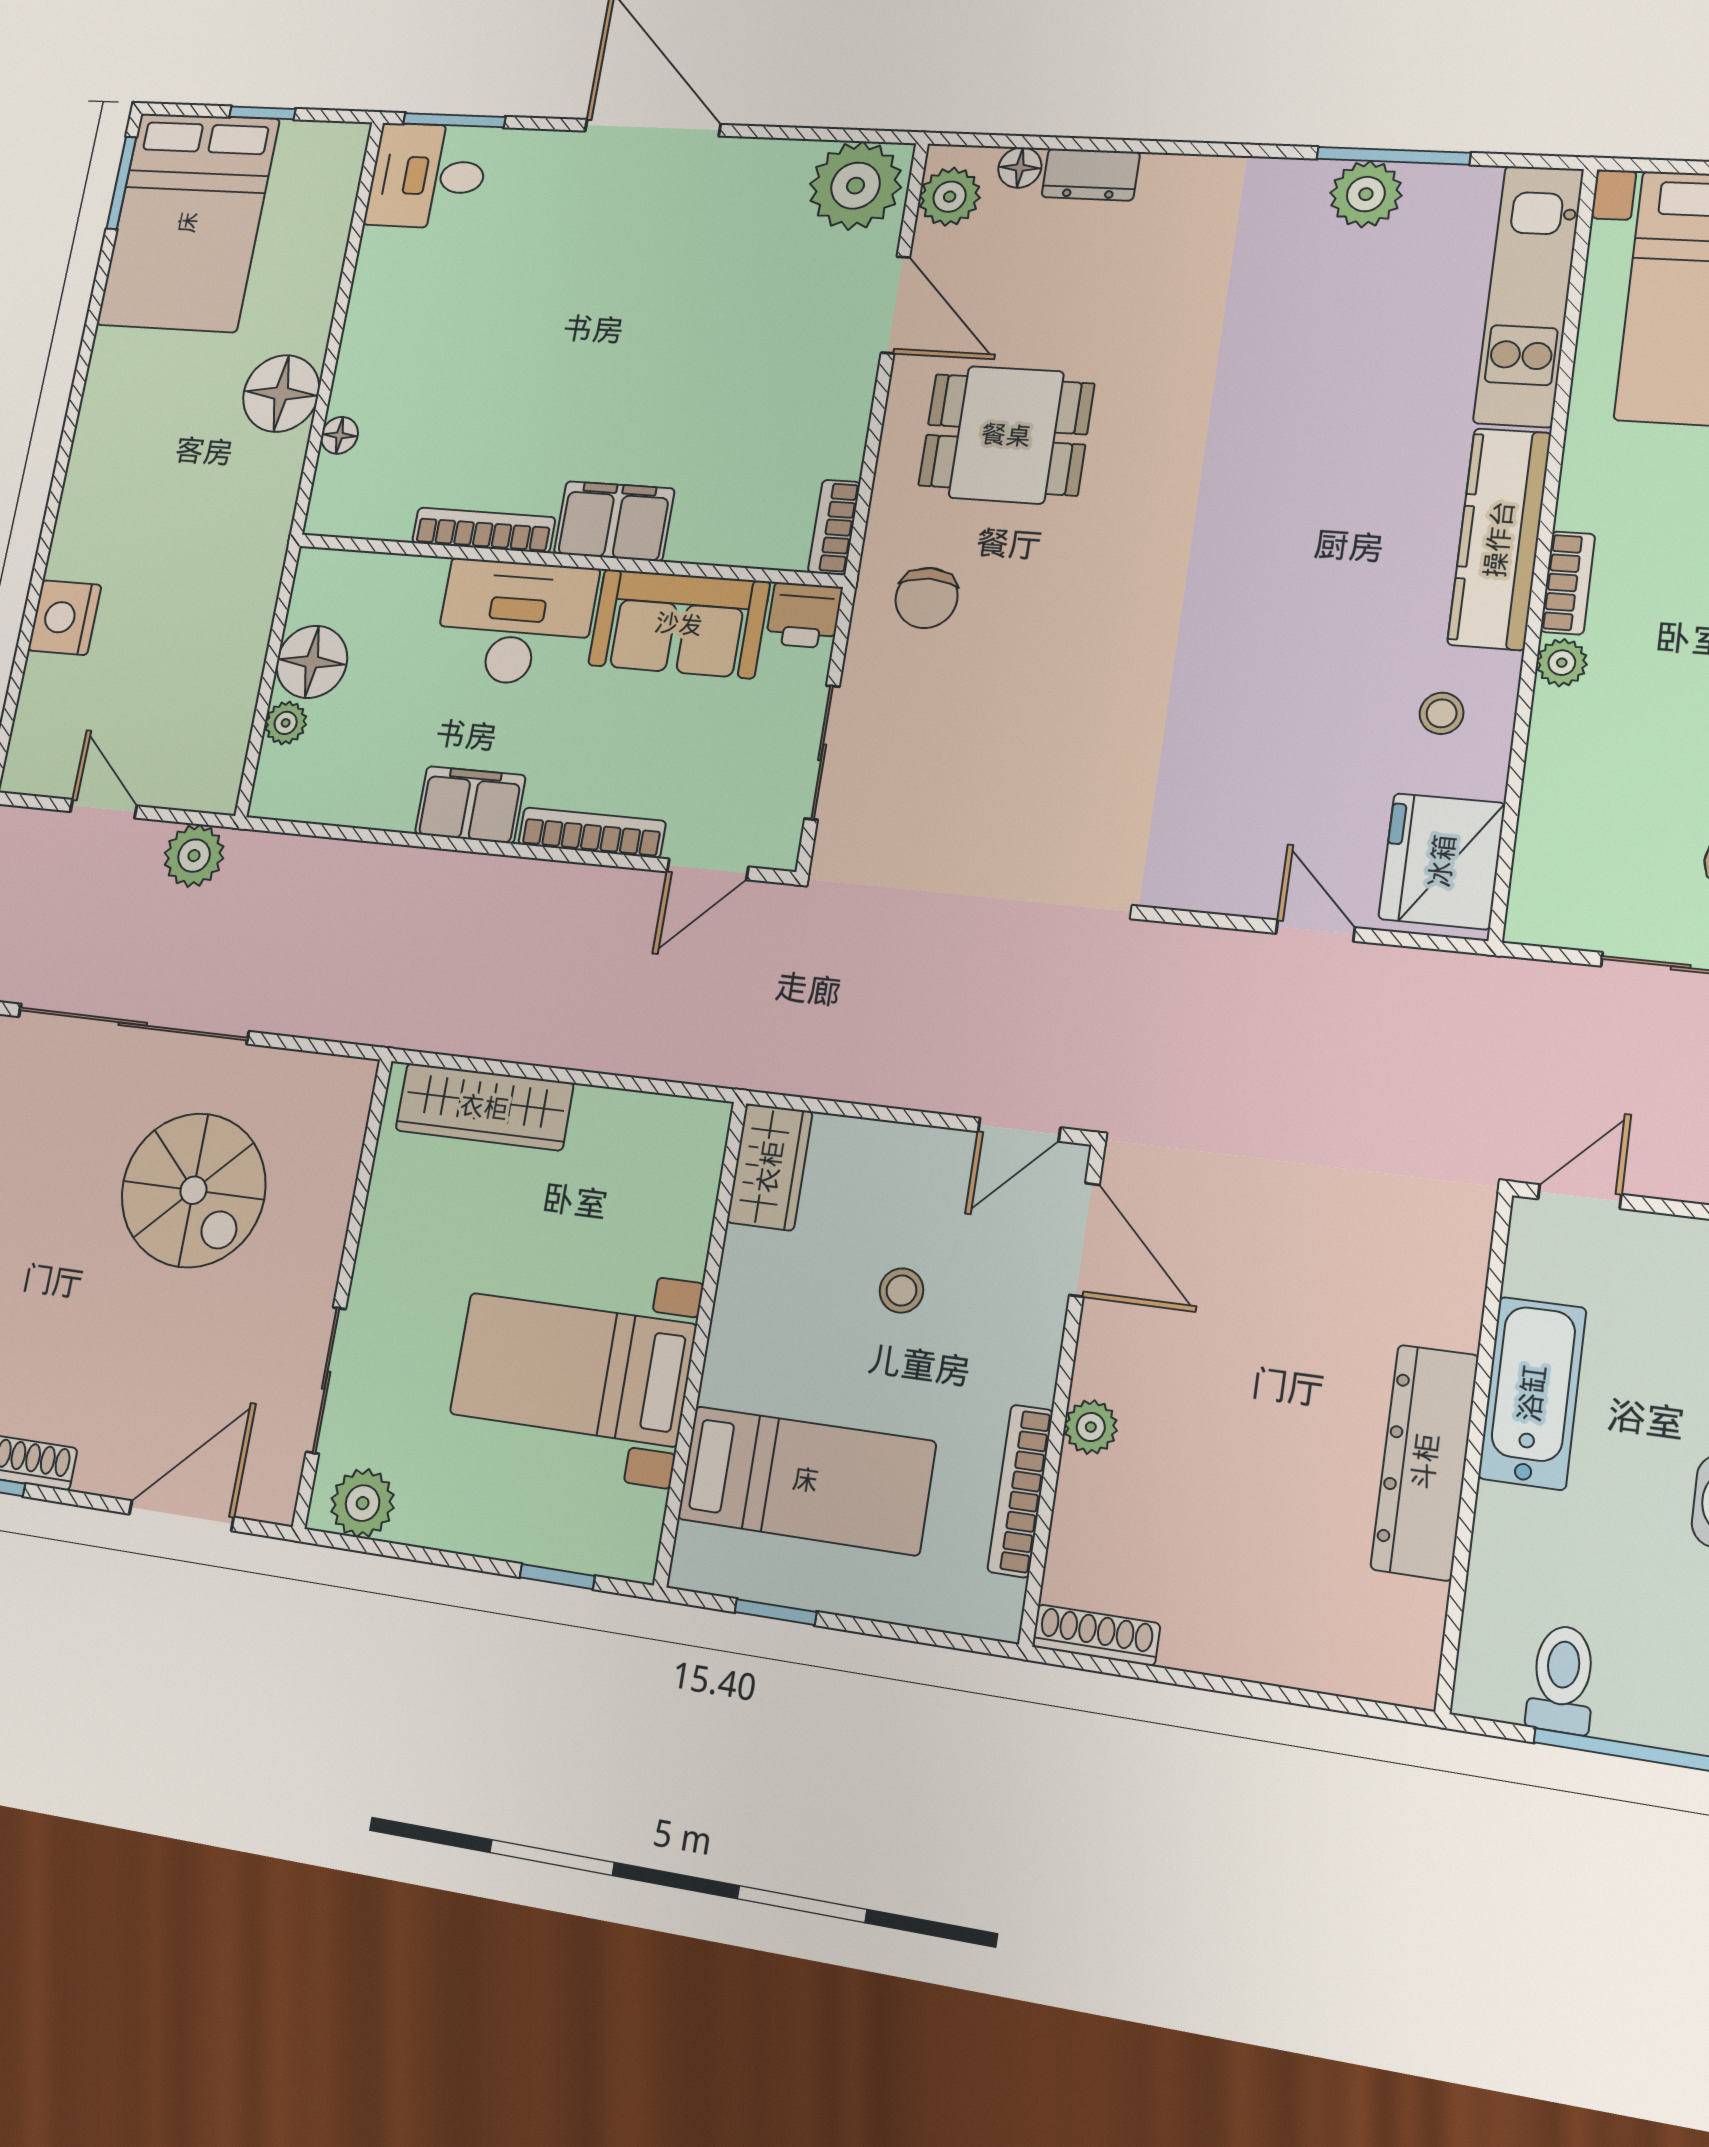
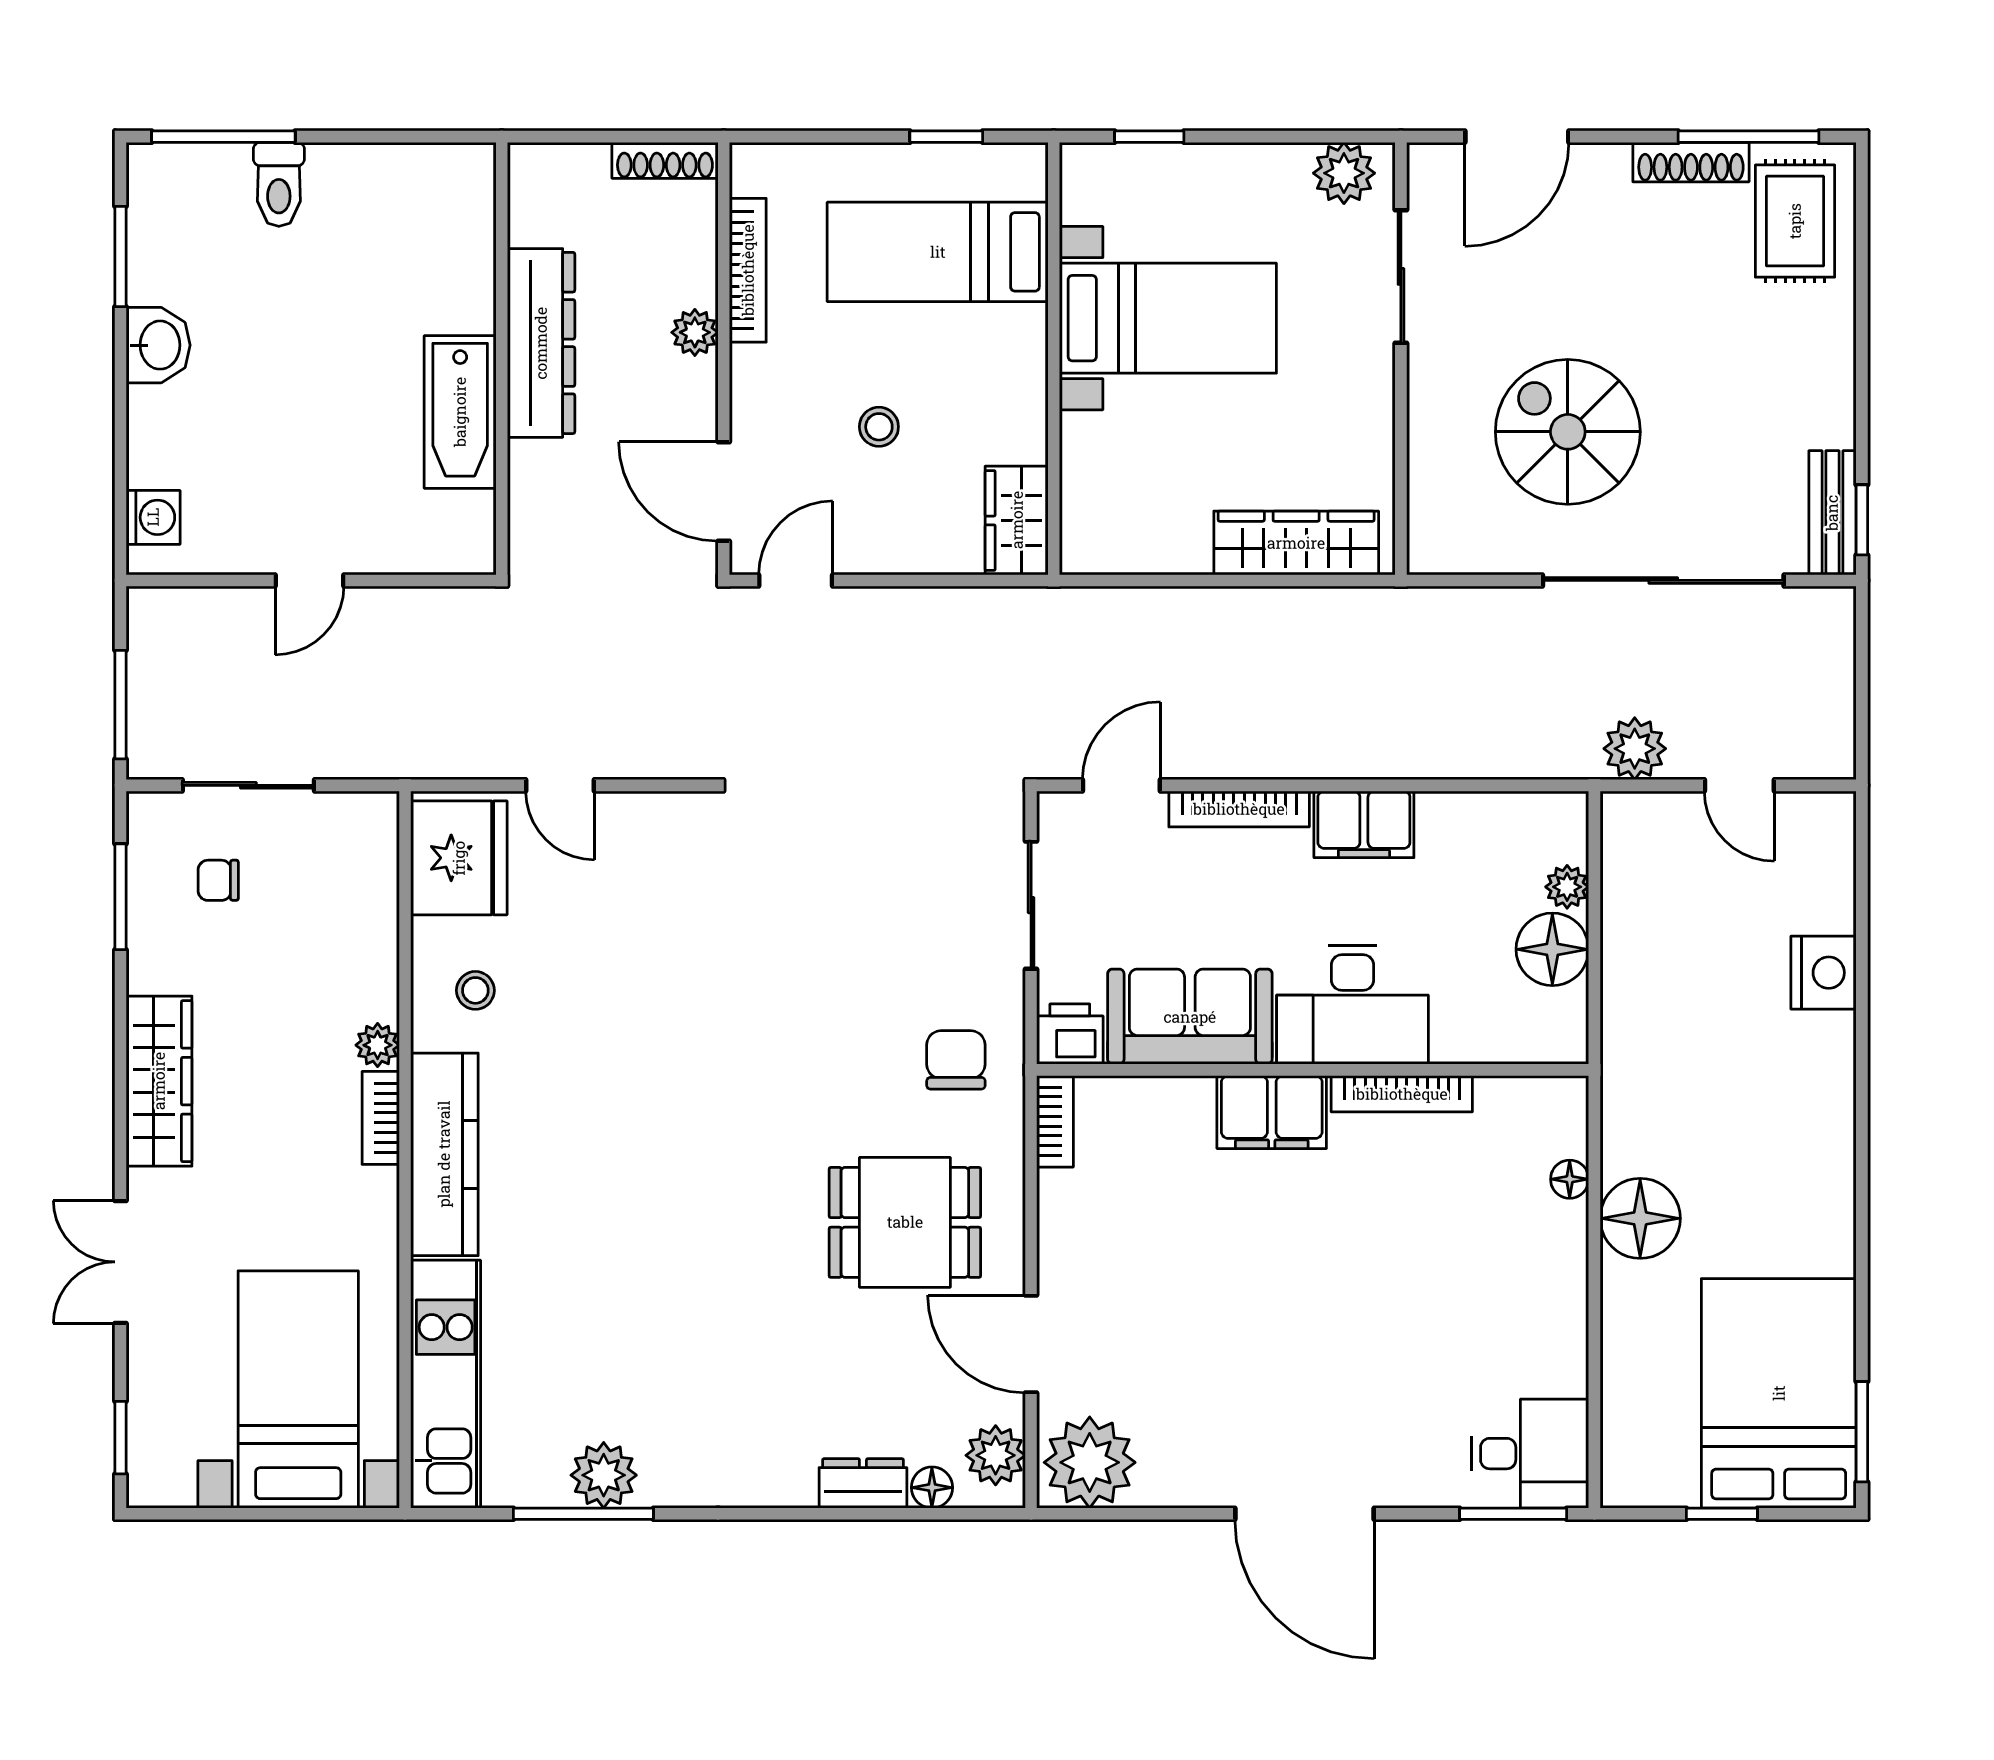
bathtub: (1532, 1393) -> (460, 412), moved
wall: (1474, 1450) -> (502, 359), moved
dresser: (1425, 1462) -> (541, 343), moved

